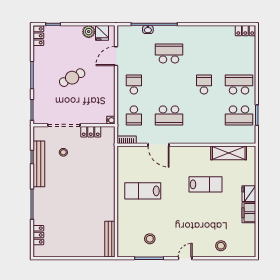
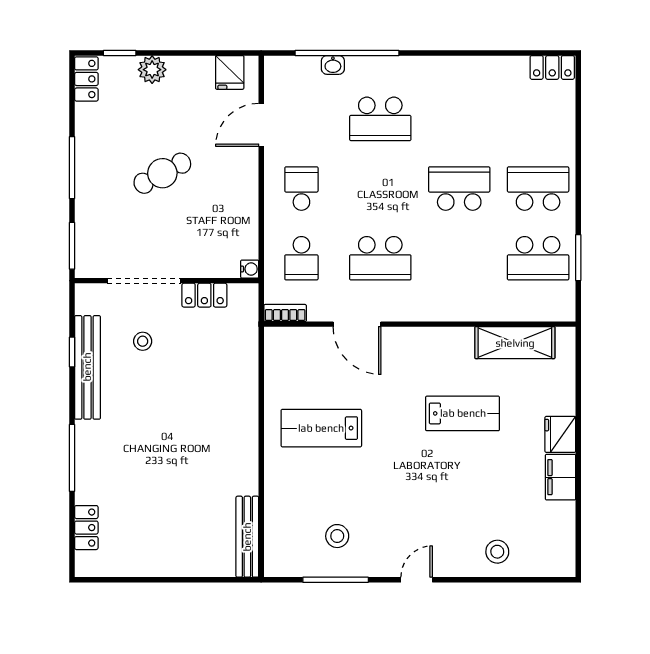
plant: (89, 32) -> (152, 70), moved
school desk: (169, 53) -> (380, 119), turned 180
school desk: (204, 84) -> (459, 189), width x1.85

